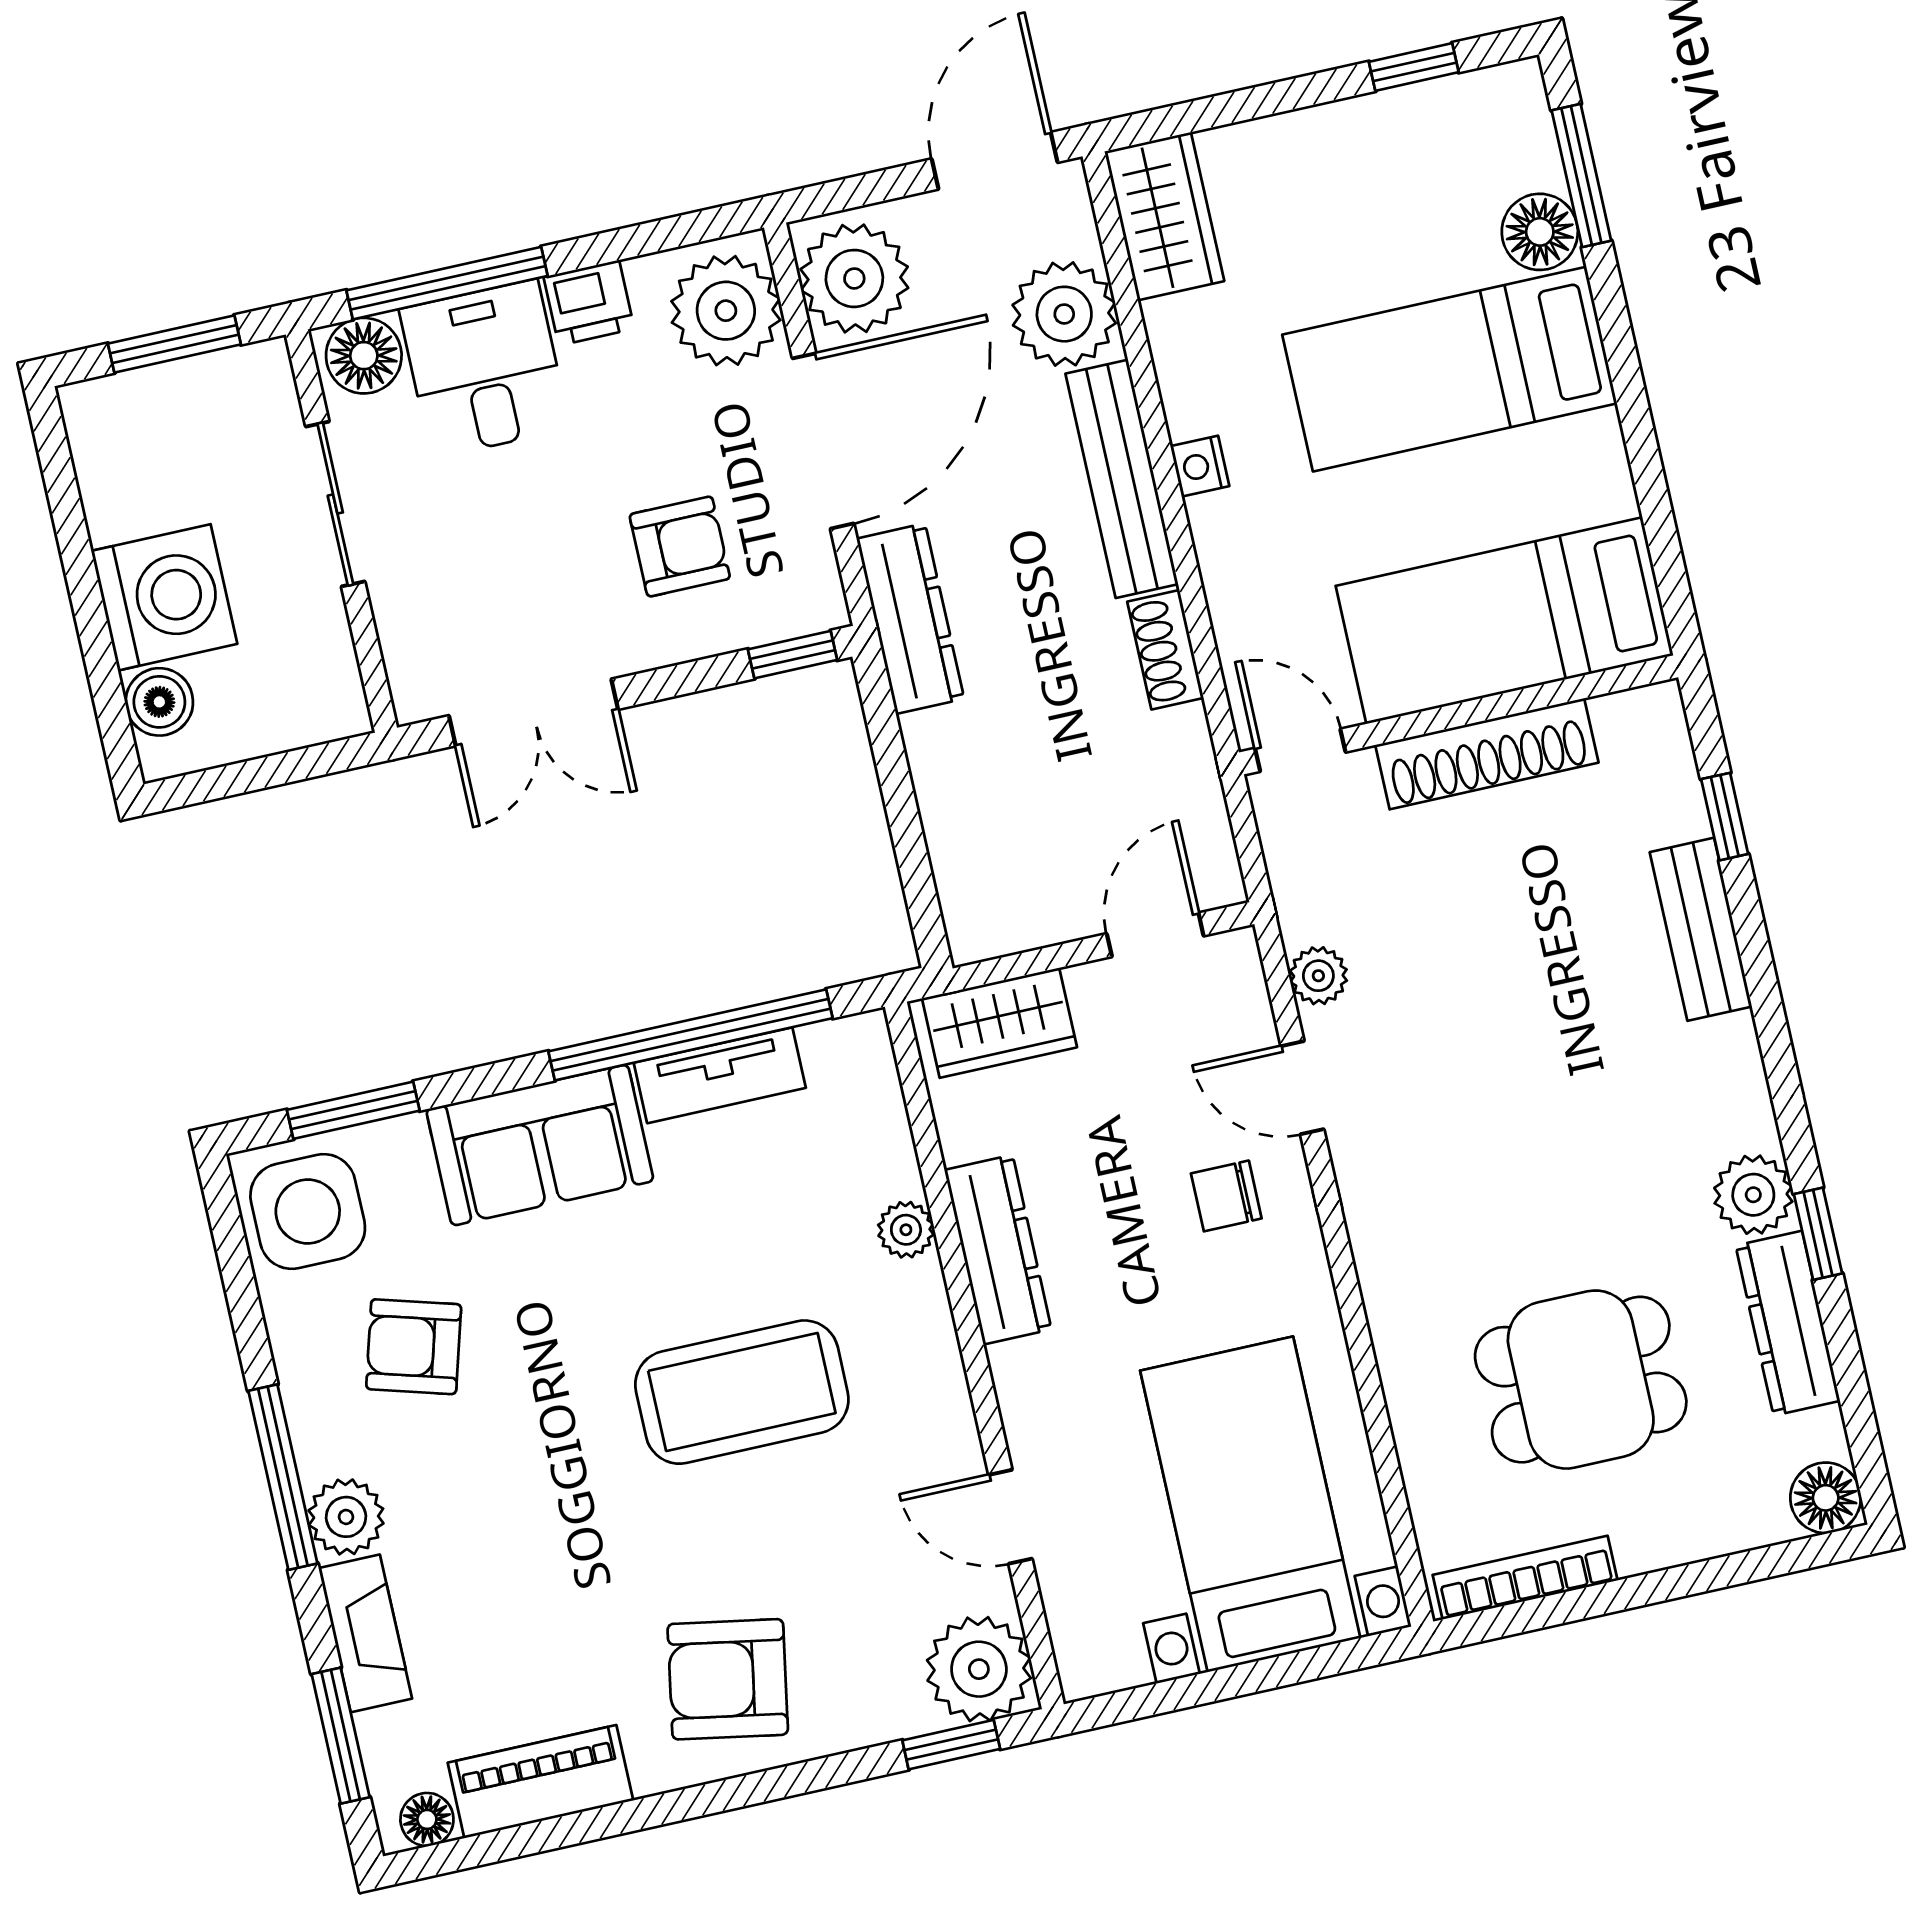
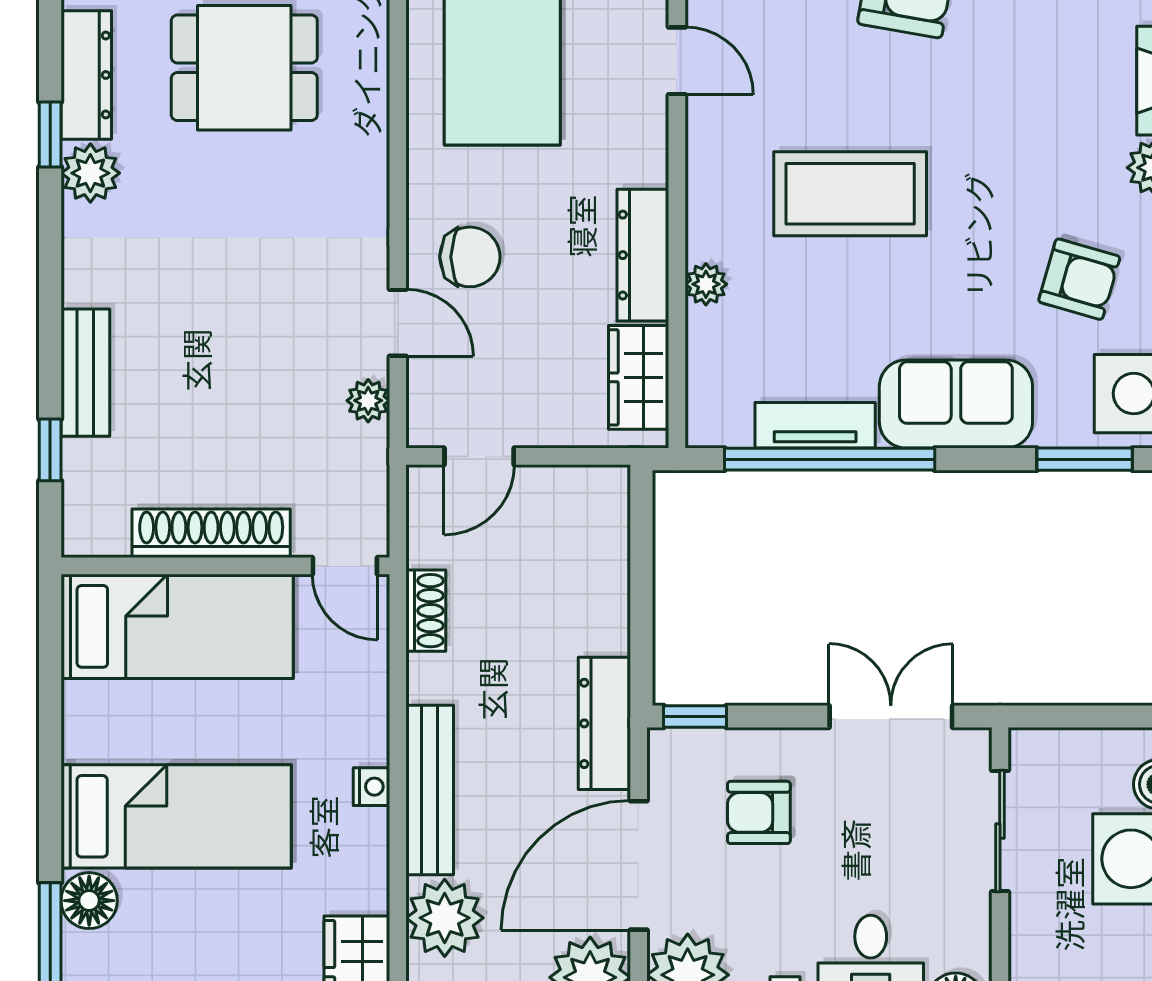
sliding door: (335, 504) -> (1000, 831), moved
shoe rack: (1166, 650) -> (426, 611), moved
wardrobe: (999, 1023) -> (639, 377), moved, turned -90
chair: (1226, 1196) -> (470, 257), width x1.37, depth x1.37

